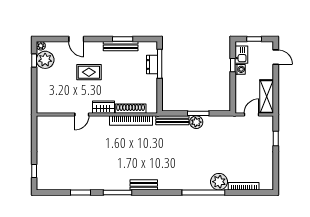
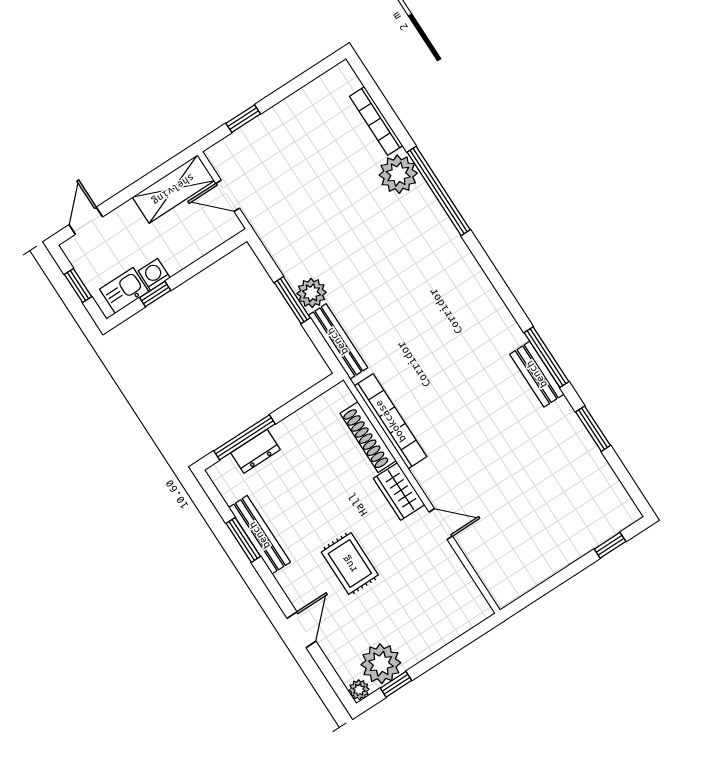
bench: (144, 185) -> (537, 374), moved

